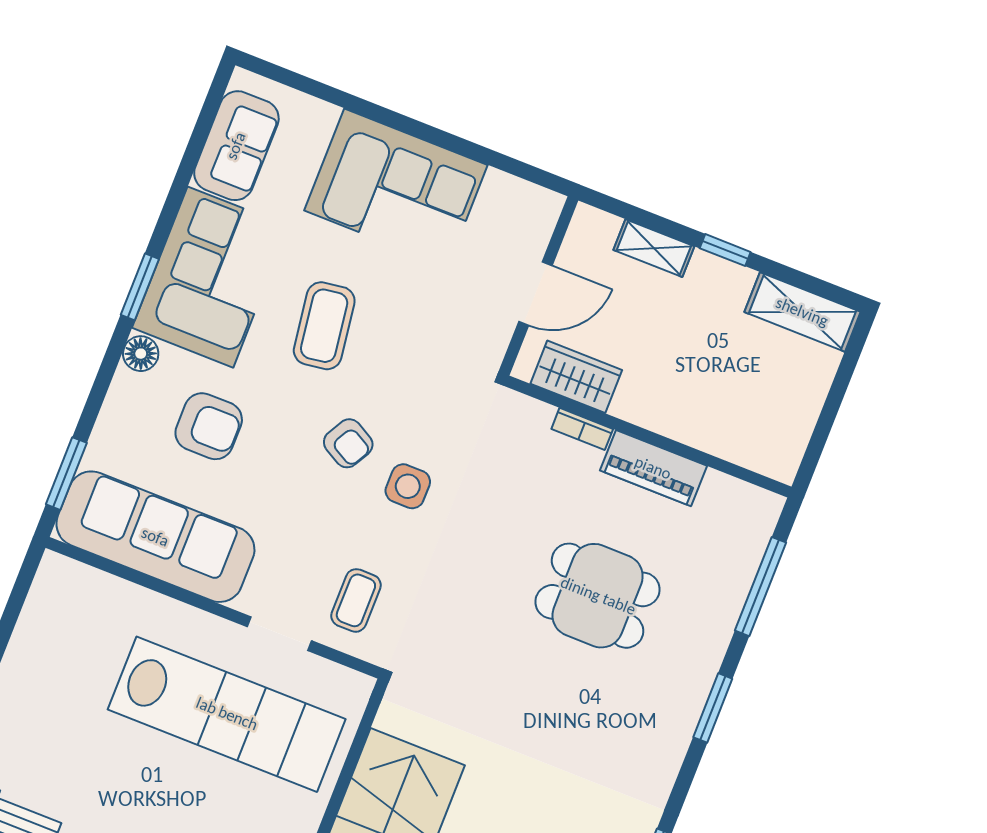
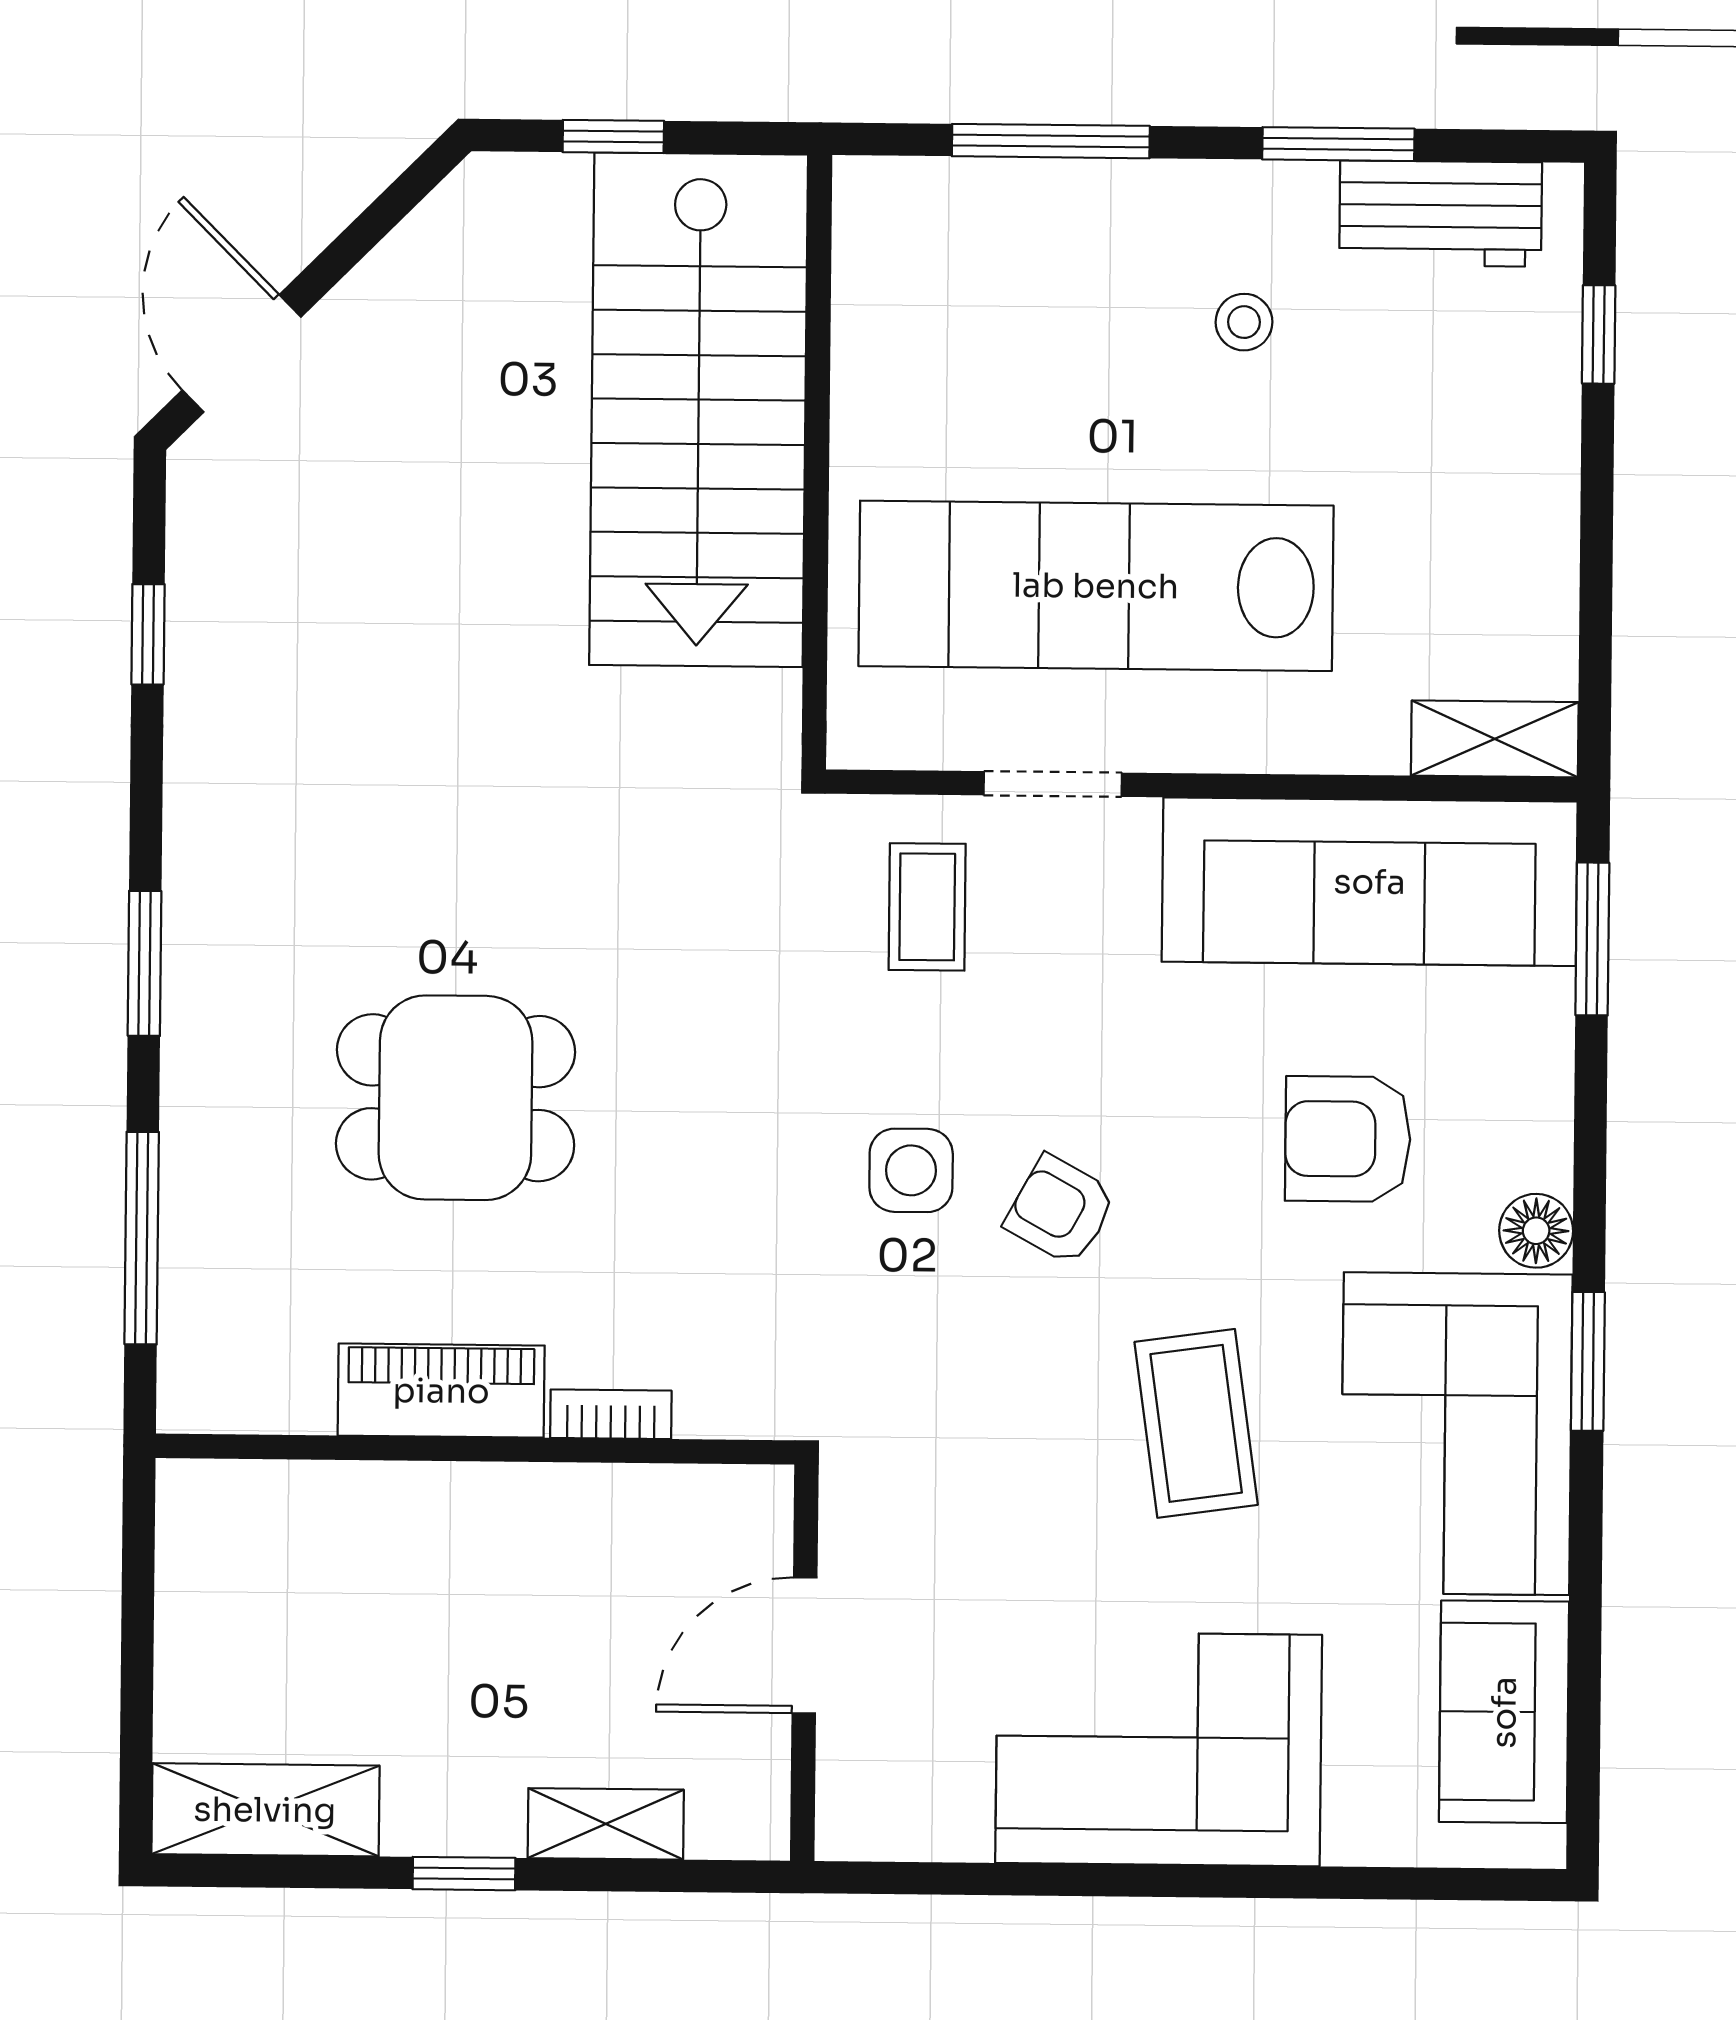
wardrobe: (576, 377) -> (662, 1512), removed
shelving: (76, 579) -> (1495, 739), added
stool: (116, 806) -> (1244, 322), added

